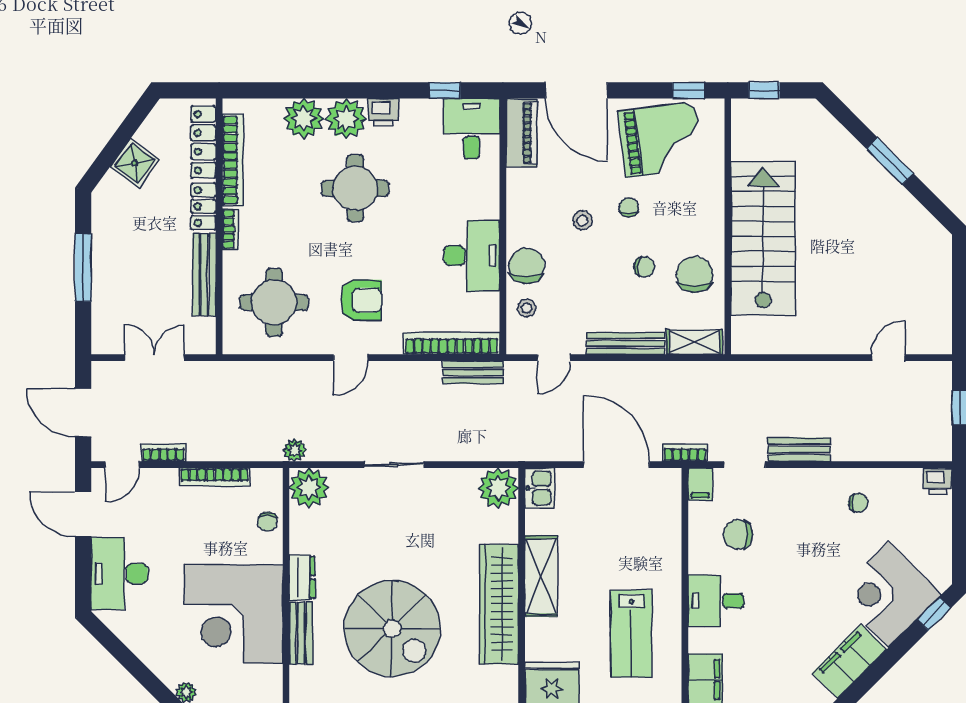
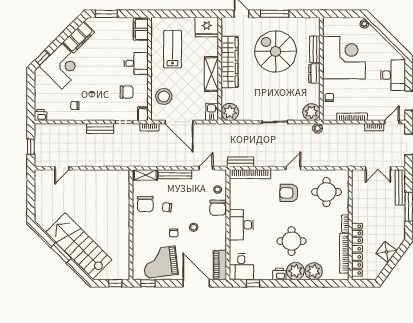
stairs: (763, 238) -> (79, 246), moved, turned 135
desk: (472, 256) -> (241, 225), moved
bench: (204, 275) -> (400, 187), moved
stool: (652, 524) -> (164, 96), added

